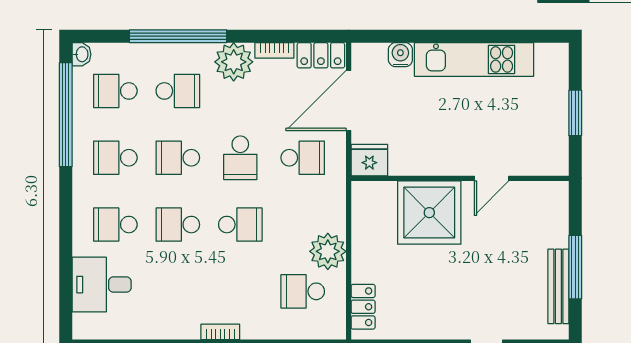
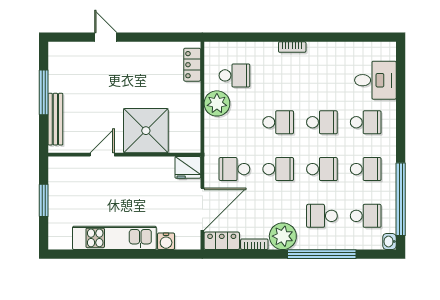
school desk: (240, 158) -> (278, 169), turned 90
school desk: (240, 225) -> (278, 122), turned 180
bench: (558, 286) -> (55, 119), moved

